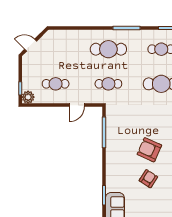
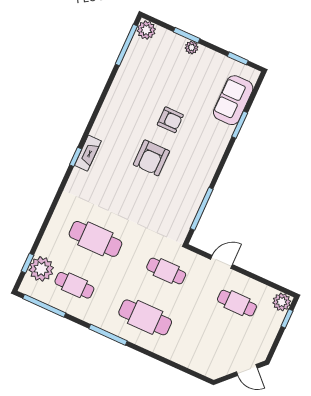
armchair: (149, 150) -> (151, 158), turned 66
armchair: (148, 179) -> (170, 120), turned -123

